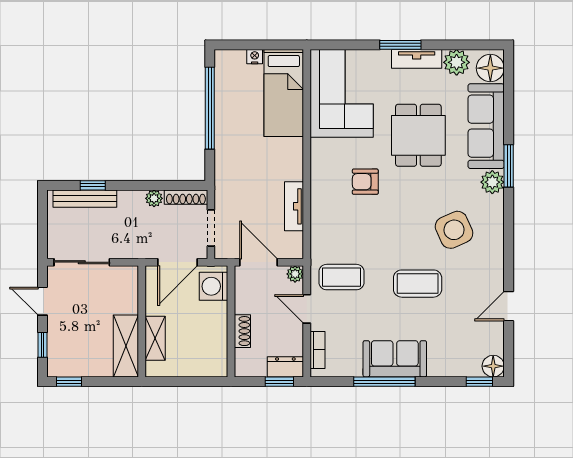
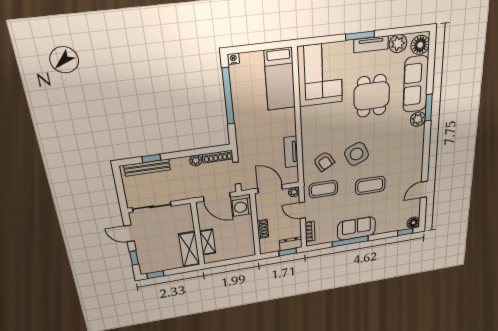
nightstand: (255, 57) -> (233, 59), moved
armchair: (365, 182) -> (324, 161), moved, turned -121
side table: (454, 230) -> (357, 154), moved
door: (177, 262) -> (217, 197), hinge flipped

